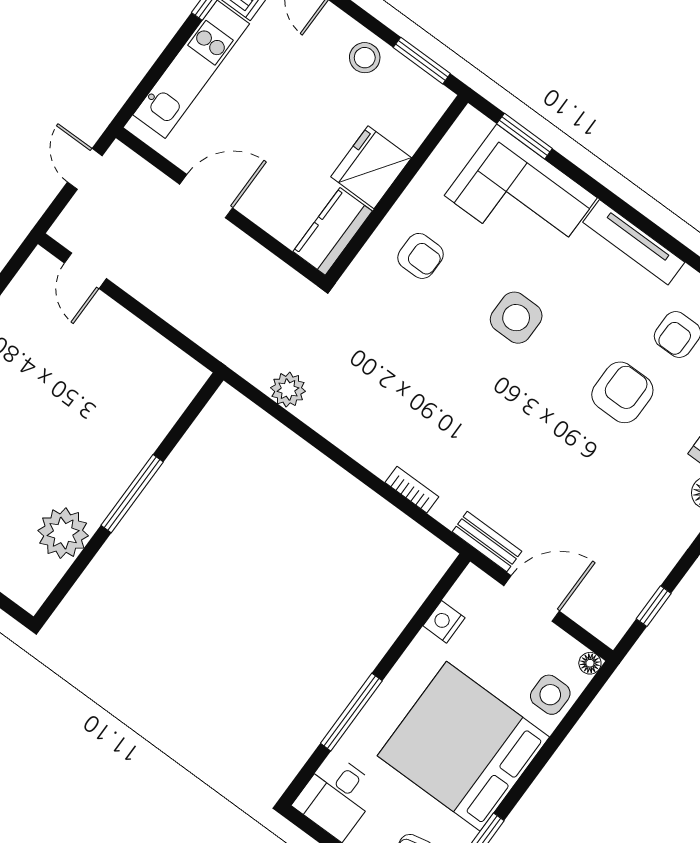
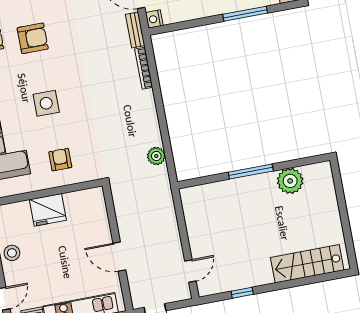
kitchen counter: (333, 231) -> (84, 199), removed
armchair: (622, 392) -> (33, 38), turned 180
bookcase: (412, 490) -> (144, 68), width x1.56
nightstand: (444, 622) -> (154, 19), moved, turned 90

